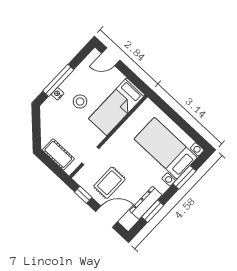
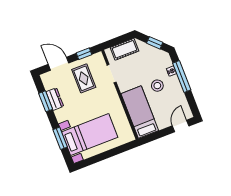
window: (36, 126) -> (155, 43), added
dresser: (146, 203) -> (55, 99), width x0.70
door: (107, 217) -> (58, 64), swing flipped

